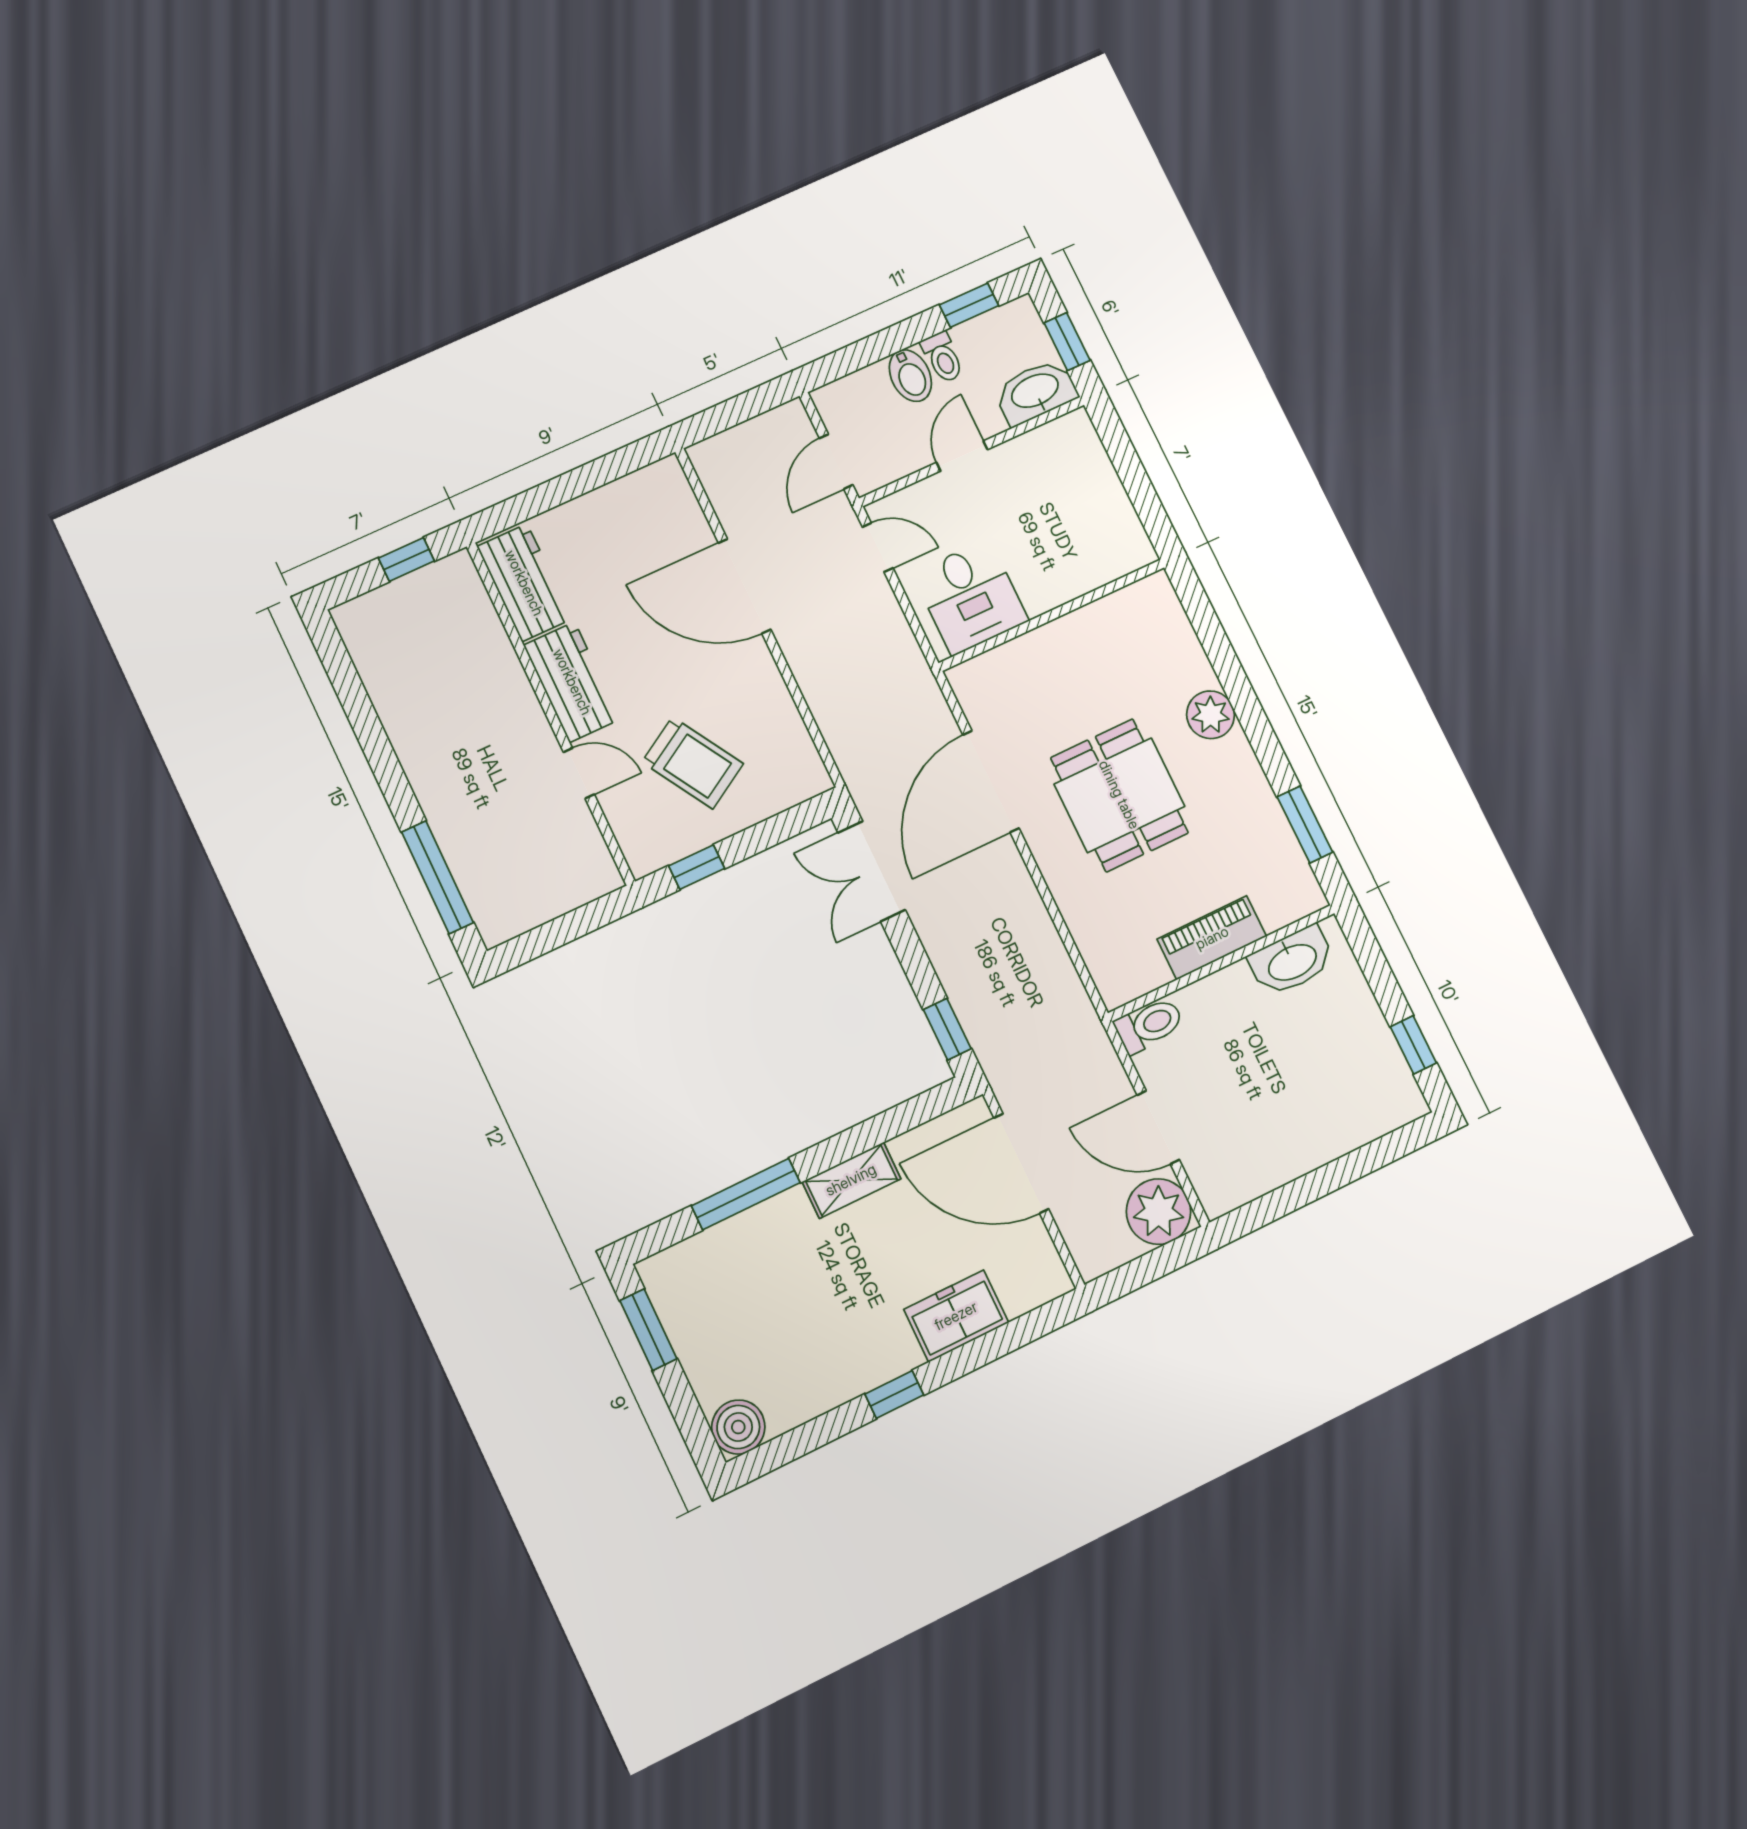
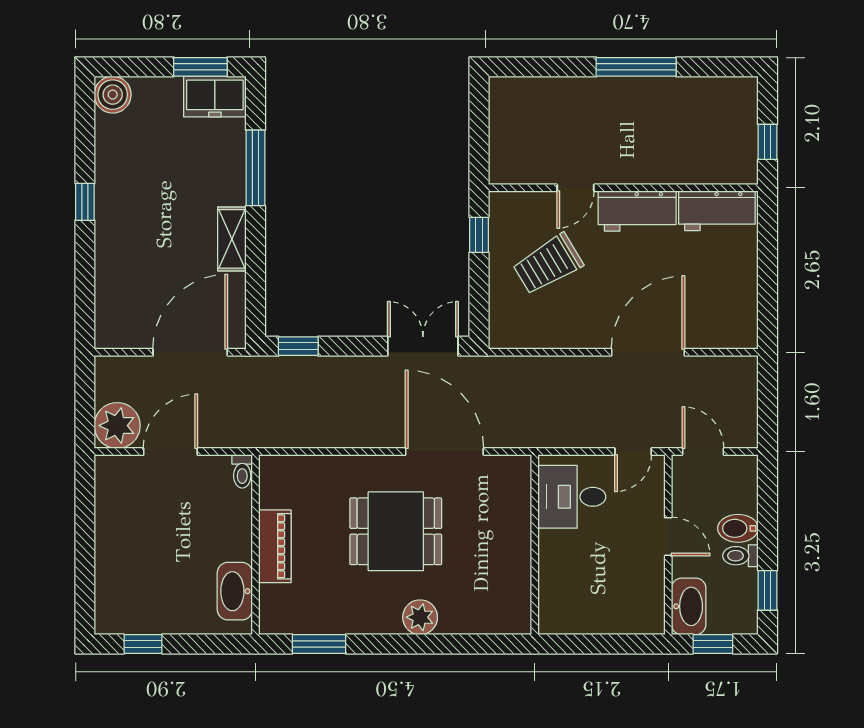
window: (437, 877) -> (636, 67), moved
toilet: (1149, 1025) -> (242, 471), width x0.73, depth x0.72
freezer: (956, 1316) -> (215, 97), moved, turned 90

